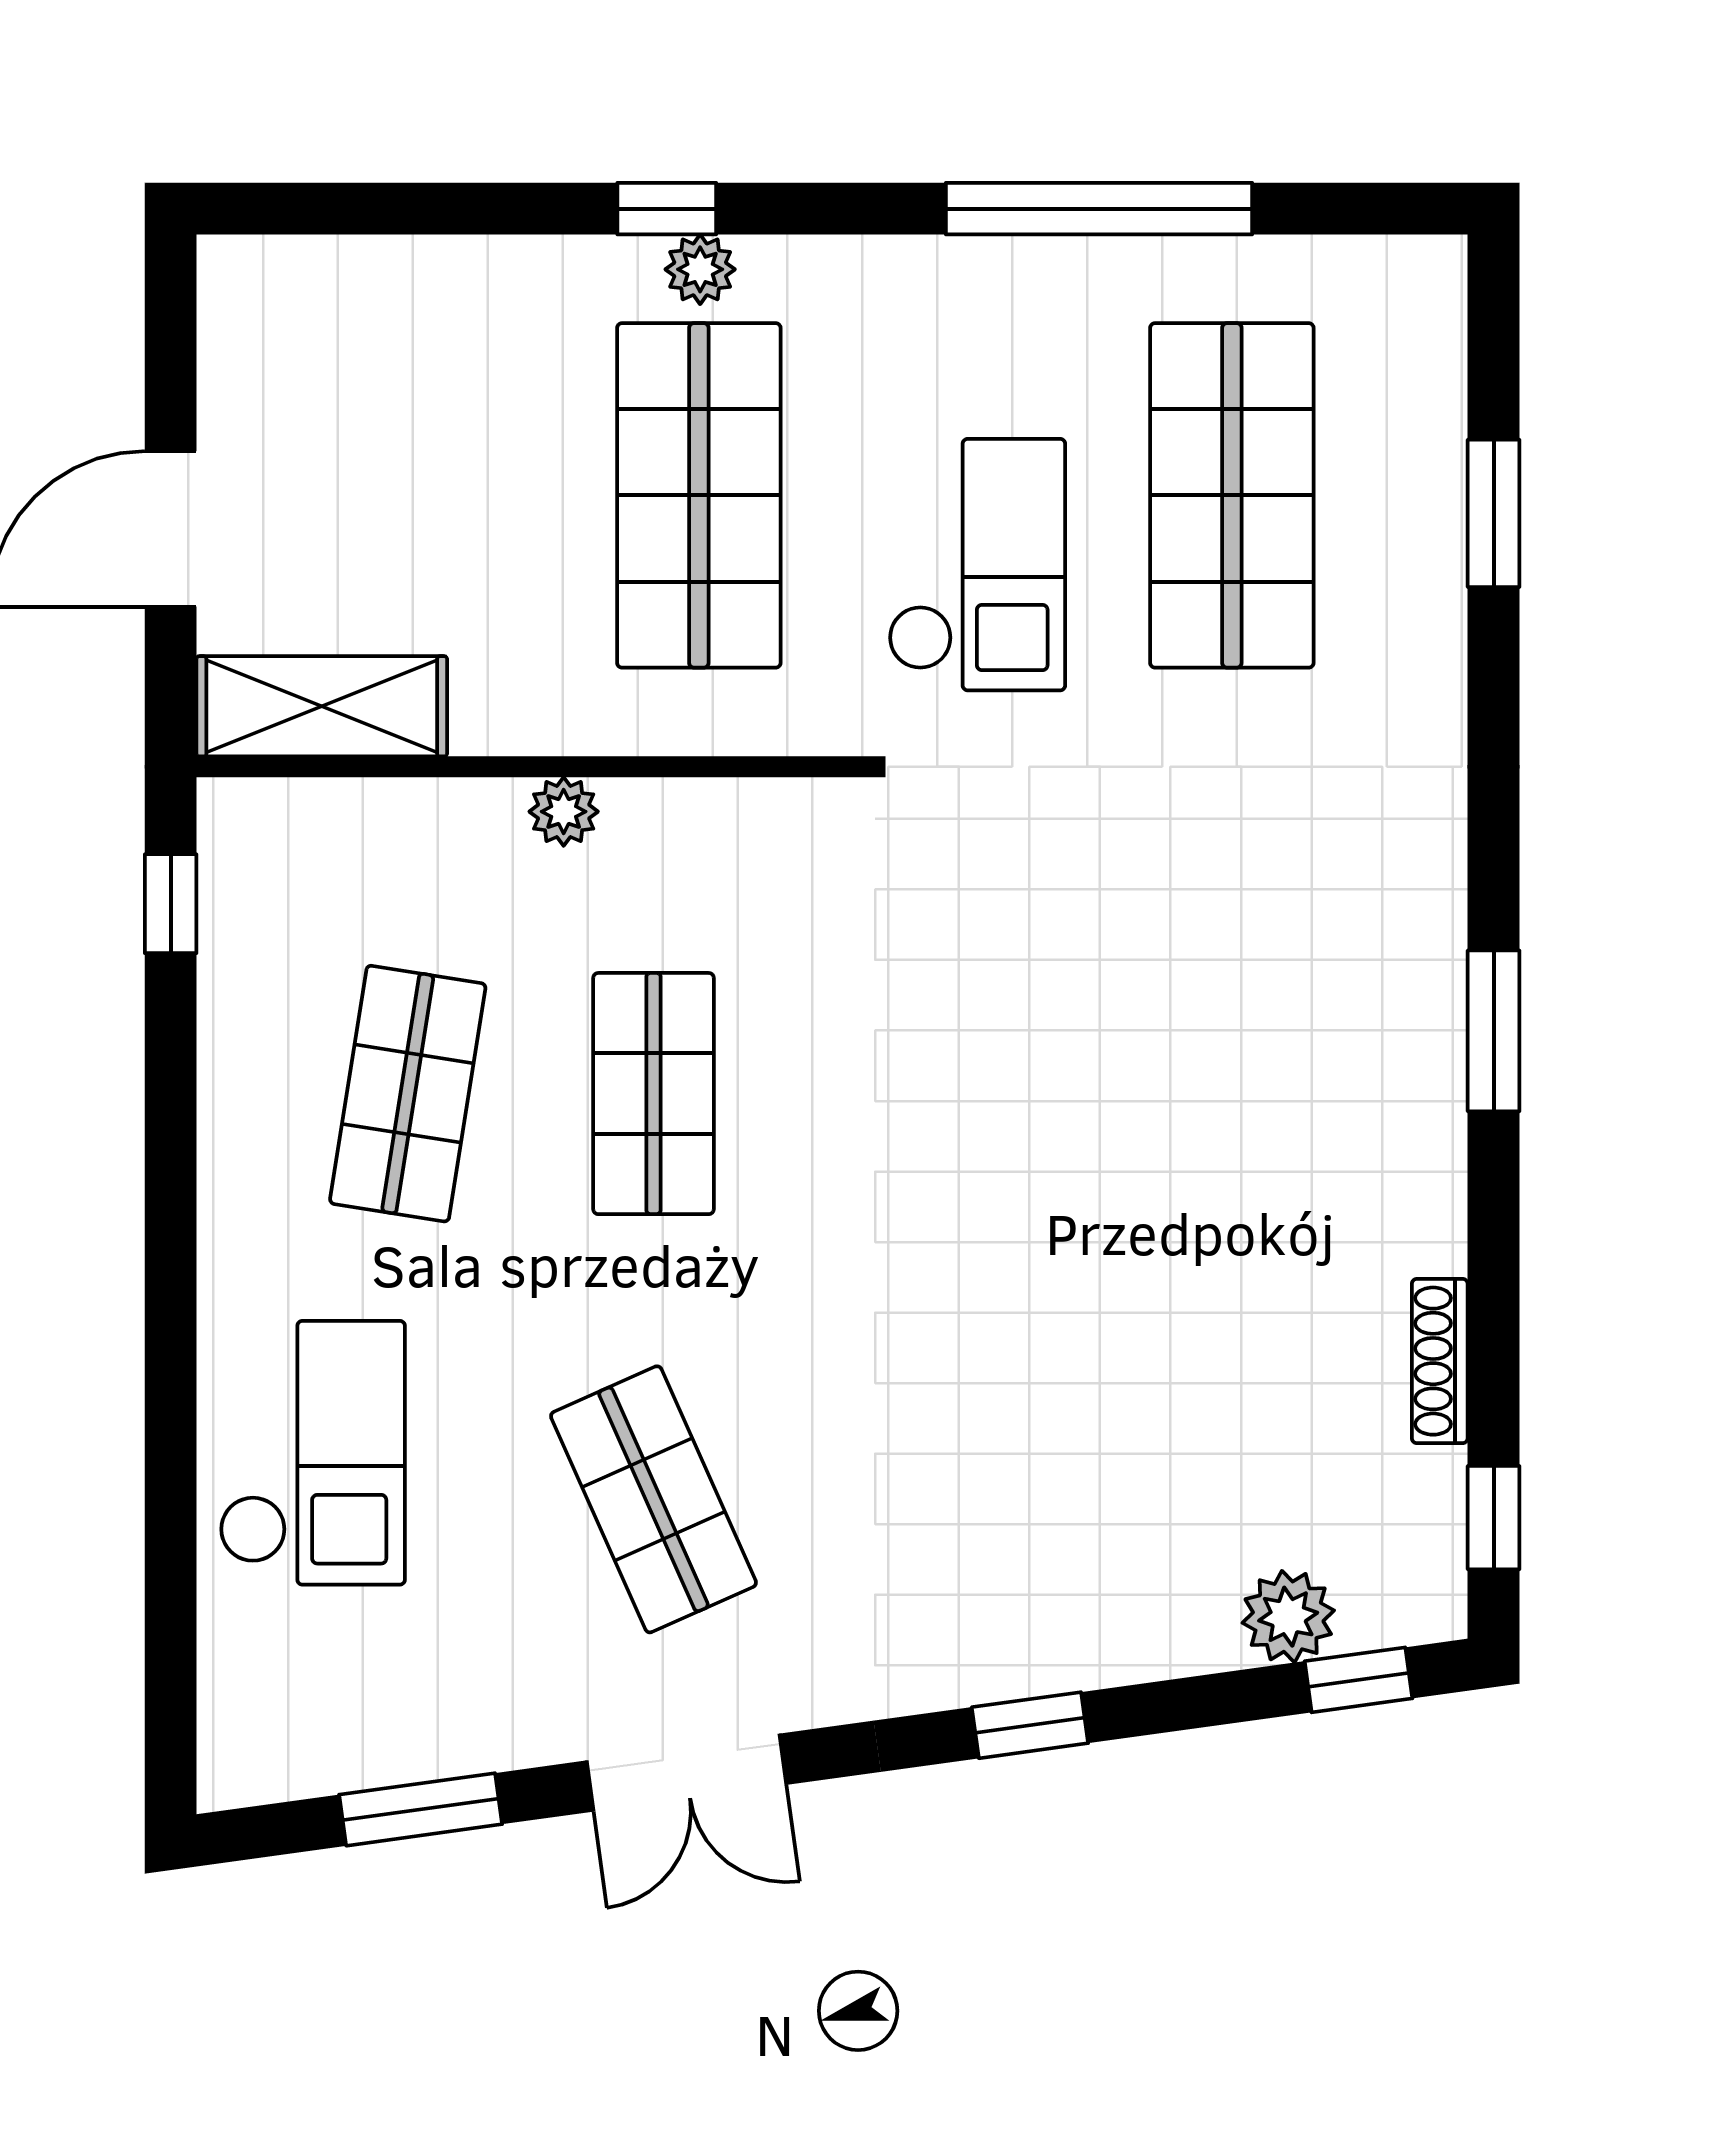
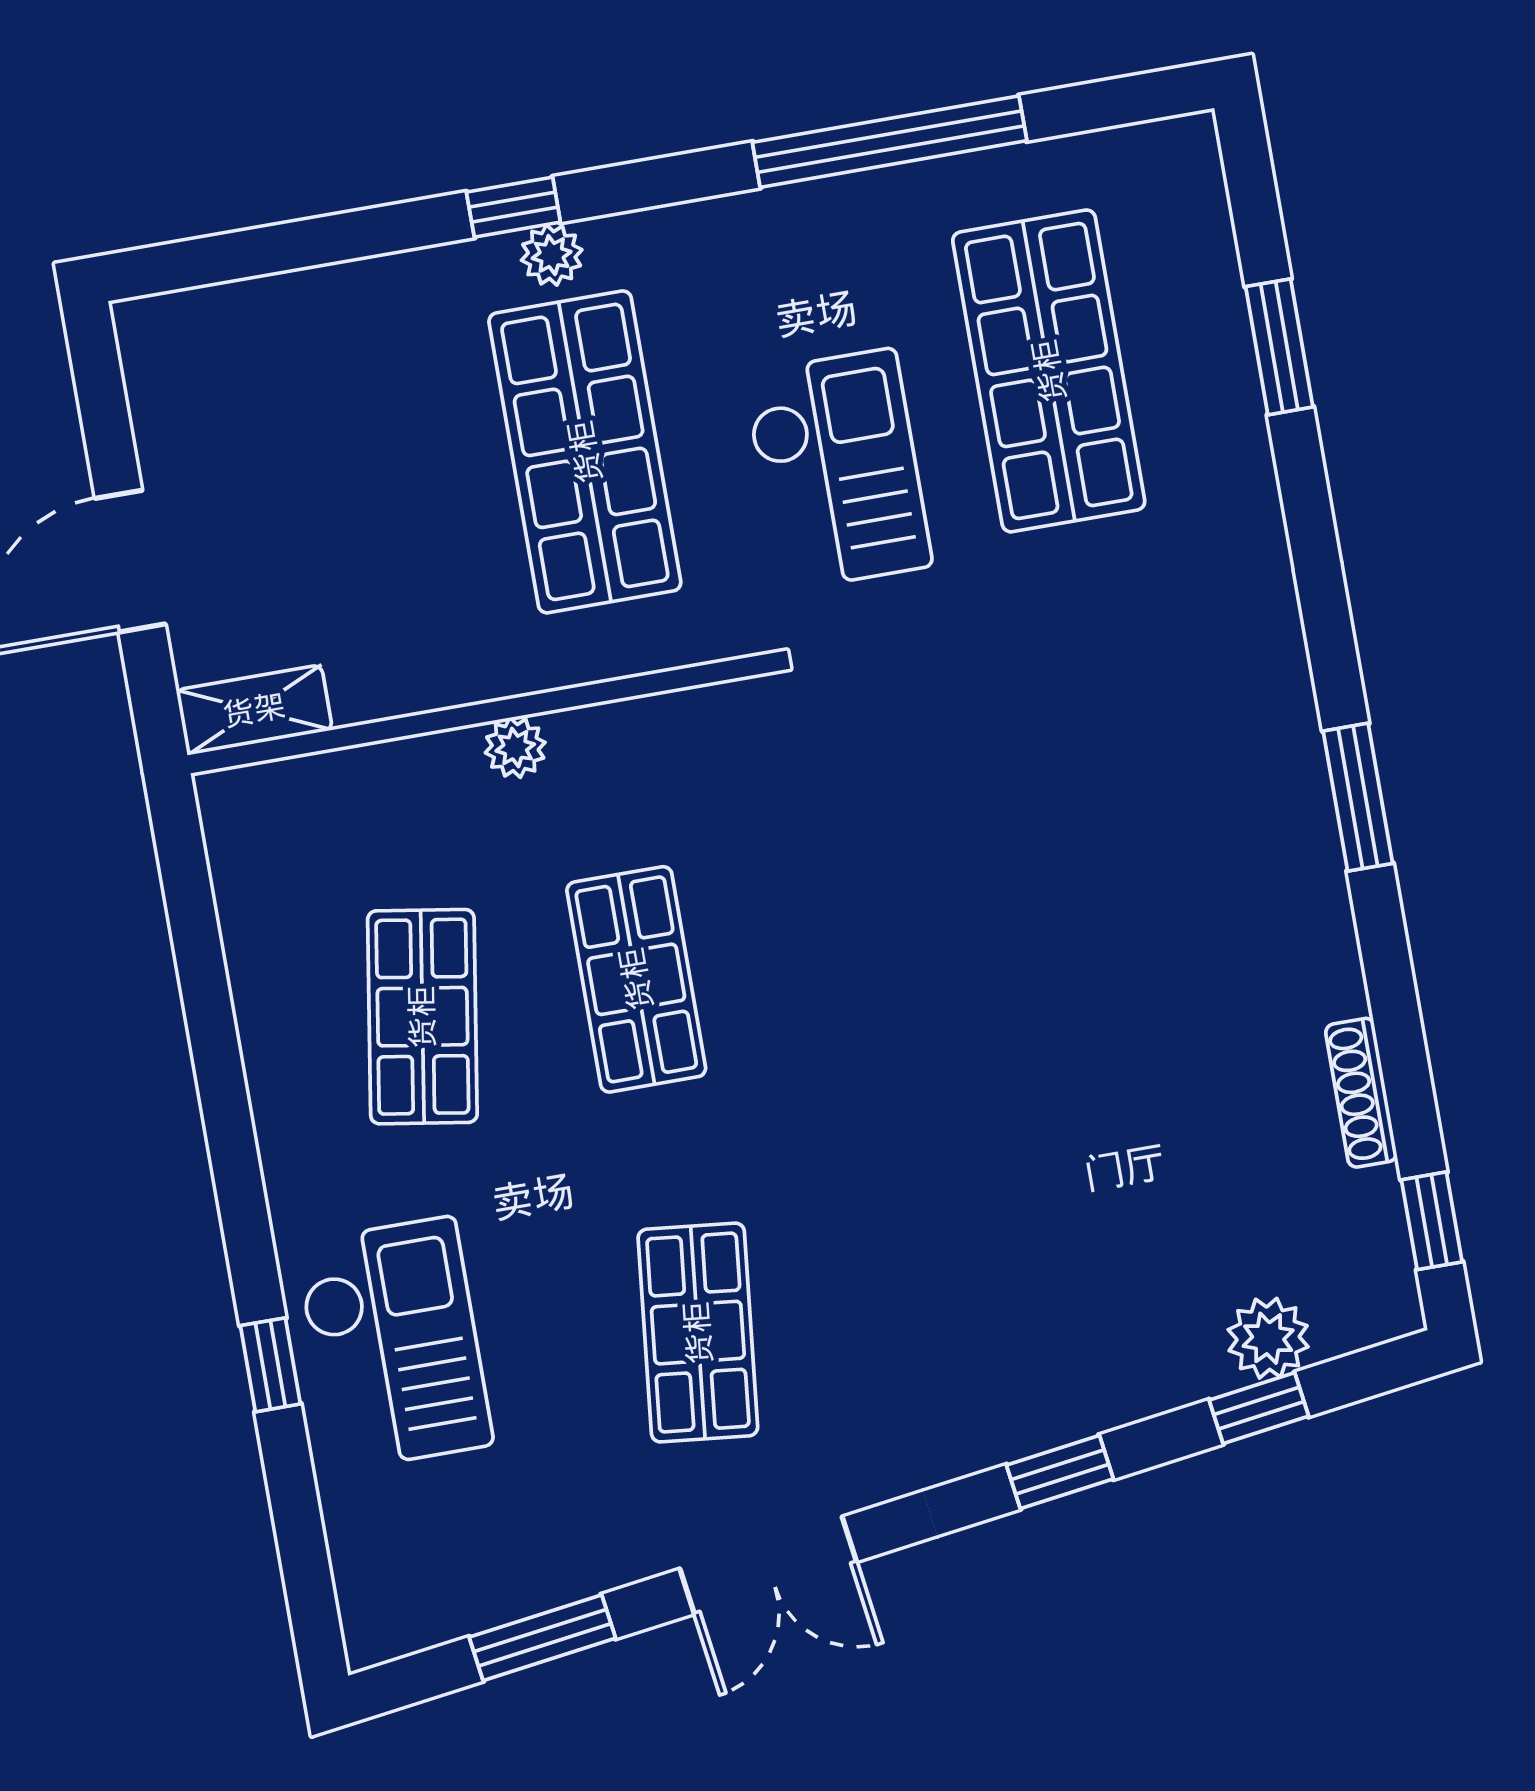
shelving: (322, 706) -> (254, 710), width x0.67, depth x0.75
window: (171, 904) -> (270, 1365), moved
shop shelf: (653, 1499) -> (698, 1333), turned 30
window: (1358, 1680) -> (1259, 1408), moved

